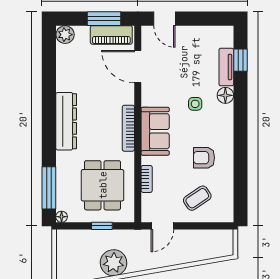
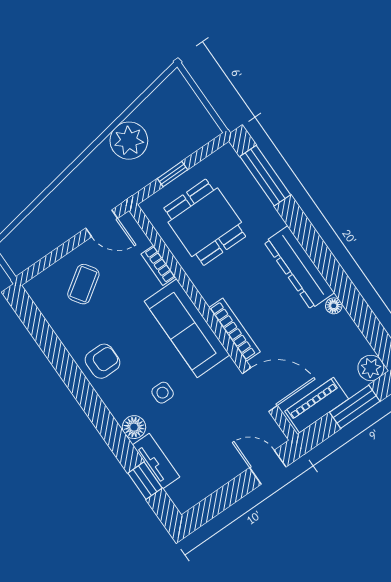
window: (104, 19) -> (355, 407), moved
bookcase: (128, 128) -> (235, 330), moved
sofa: (155, 131) -> (187, 328), width x1.36
armchair: (204, 158) -> (102, 361), moved
floor lamp: (62, 217) -> (334, 306), moved
door: (162, 226) -> (102, 223), swing flipped

